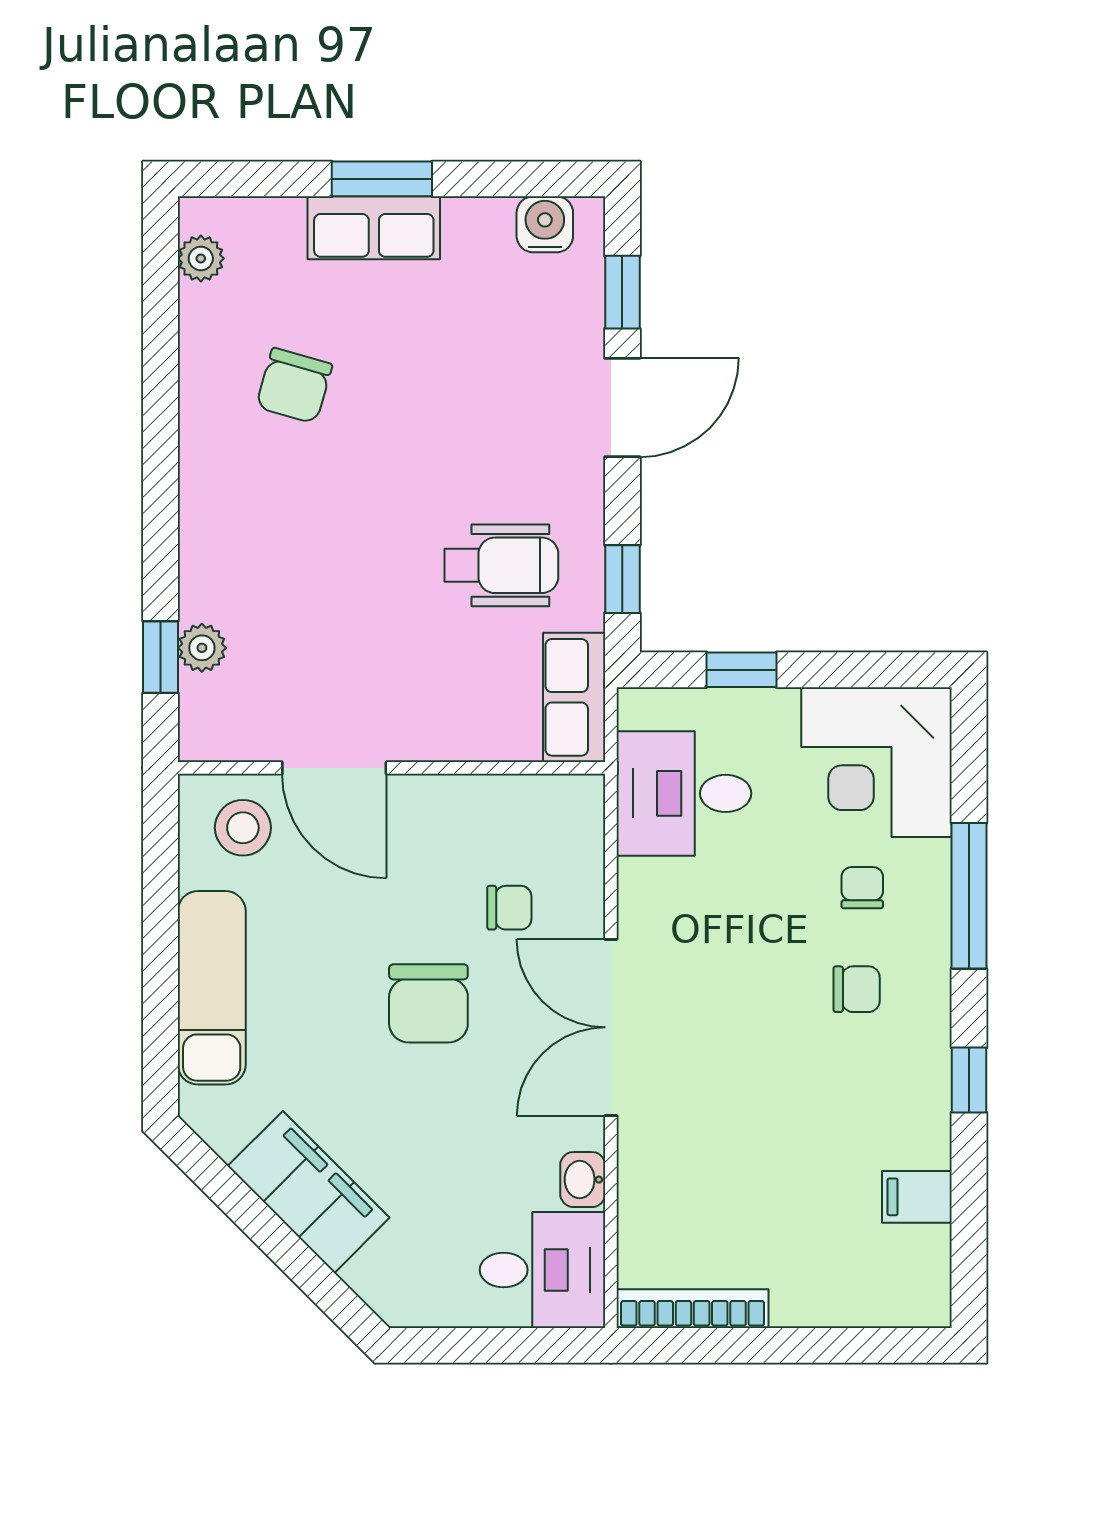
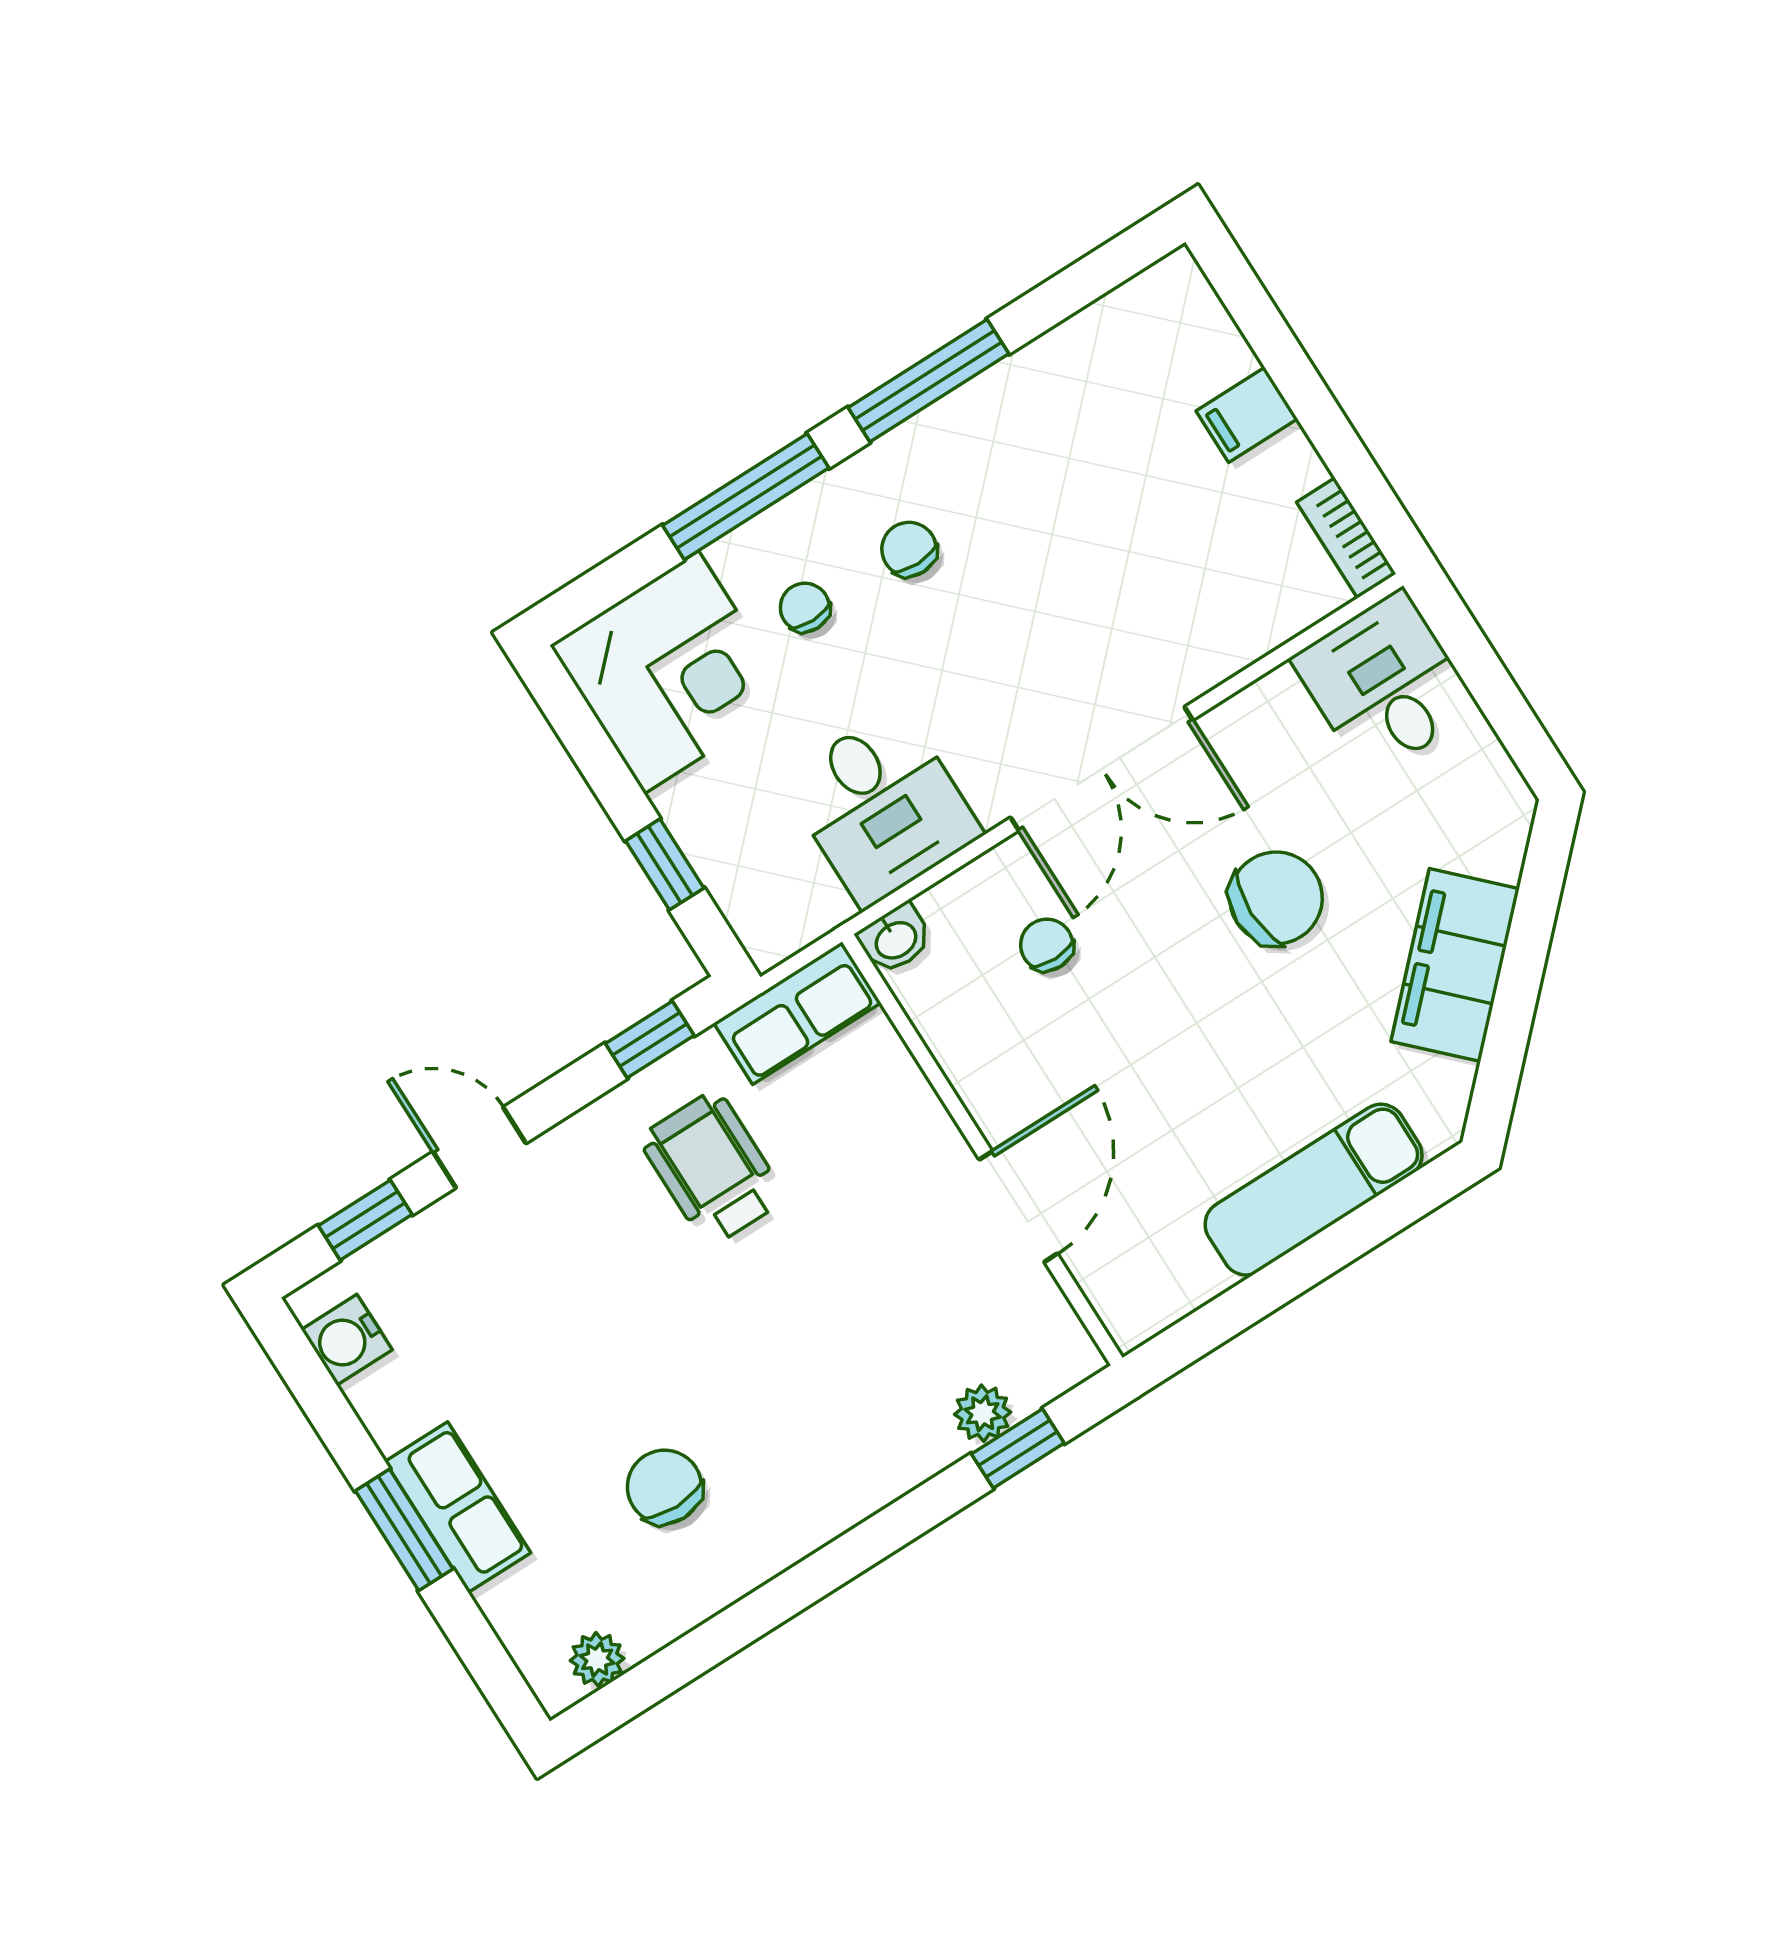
chair: (294, 386) -> (664, 1487), turned -106
door: (622, 407) -> (480, 1147), width x0.73
desk: (684, 793) -> (882, 807), moved
stool: (243, 828) -> (1135, 1259), removed
chair: (862, 888) -> (805, 607), turned 90
chair: (428, 1003) -> (1276, 898), moved
window: (969, 1080) -> (928, 381), width x2.17
washbasin: (583, 1180) -> (895, 939), moved
filing cabinet: (917, 1197) -> (1247, 415), moved, turned 90
bookcase: (693, 1309) -> (1346, 538), width x0.64

